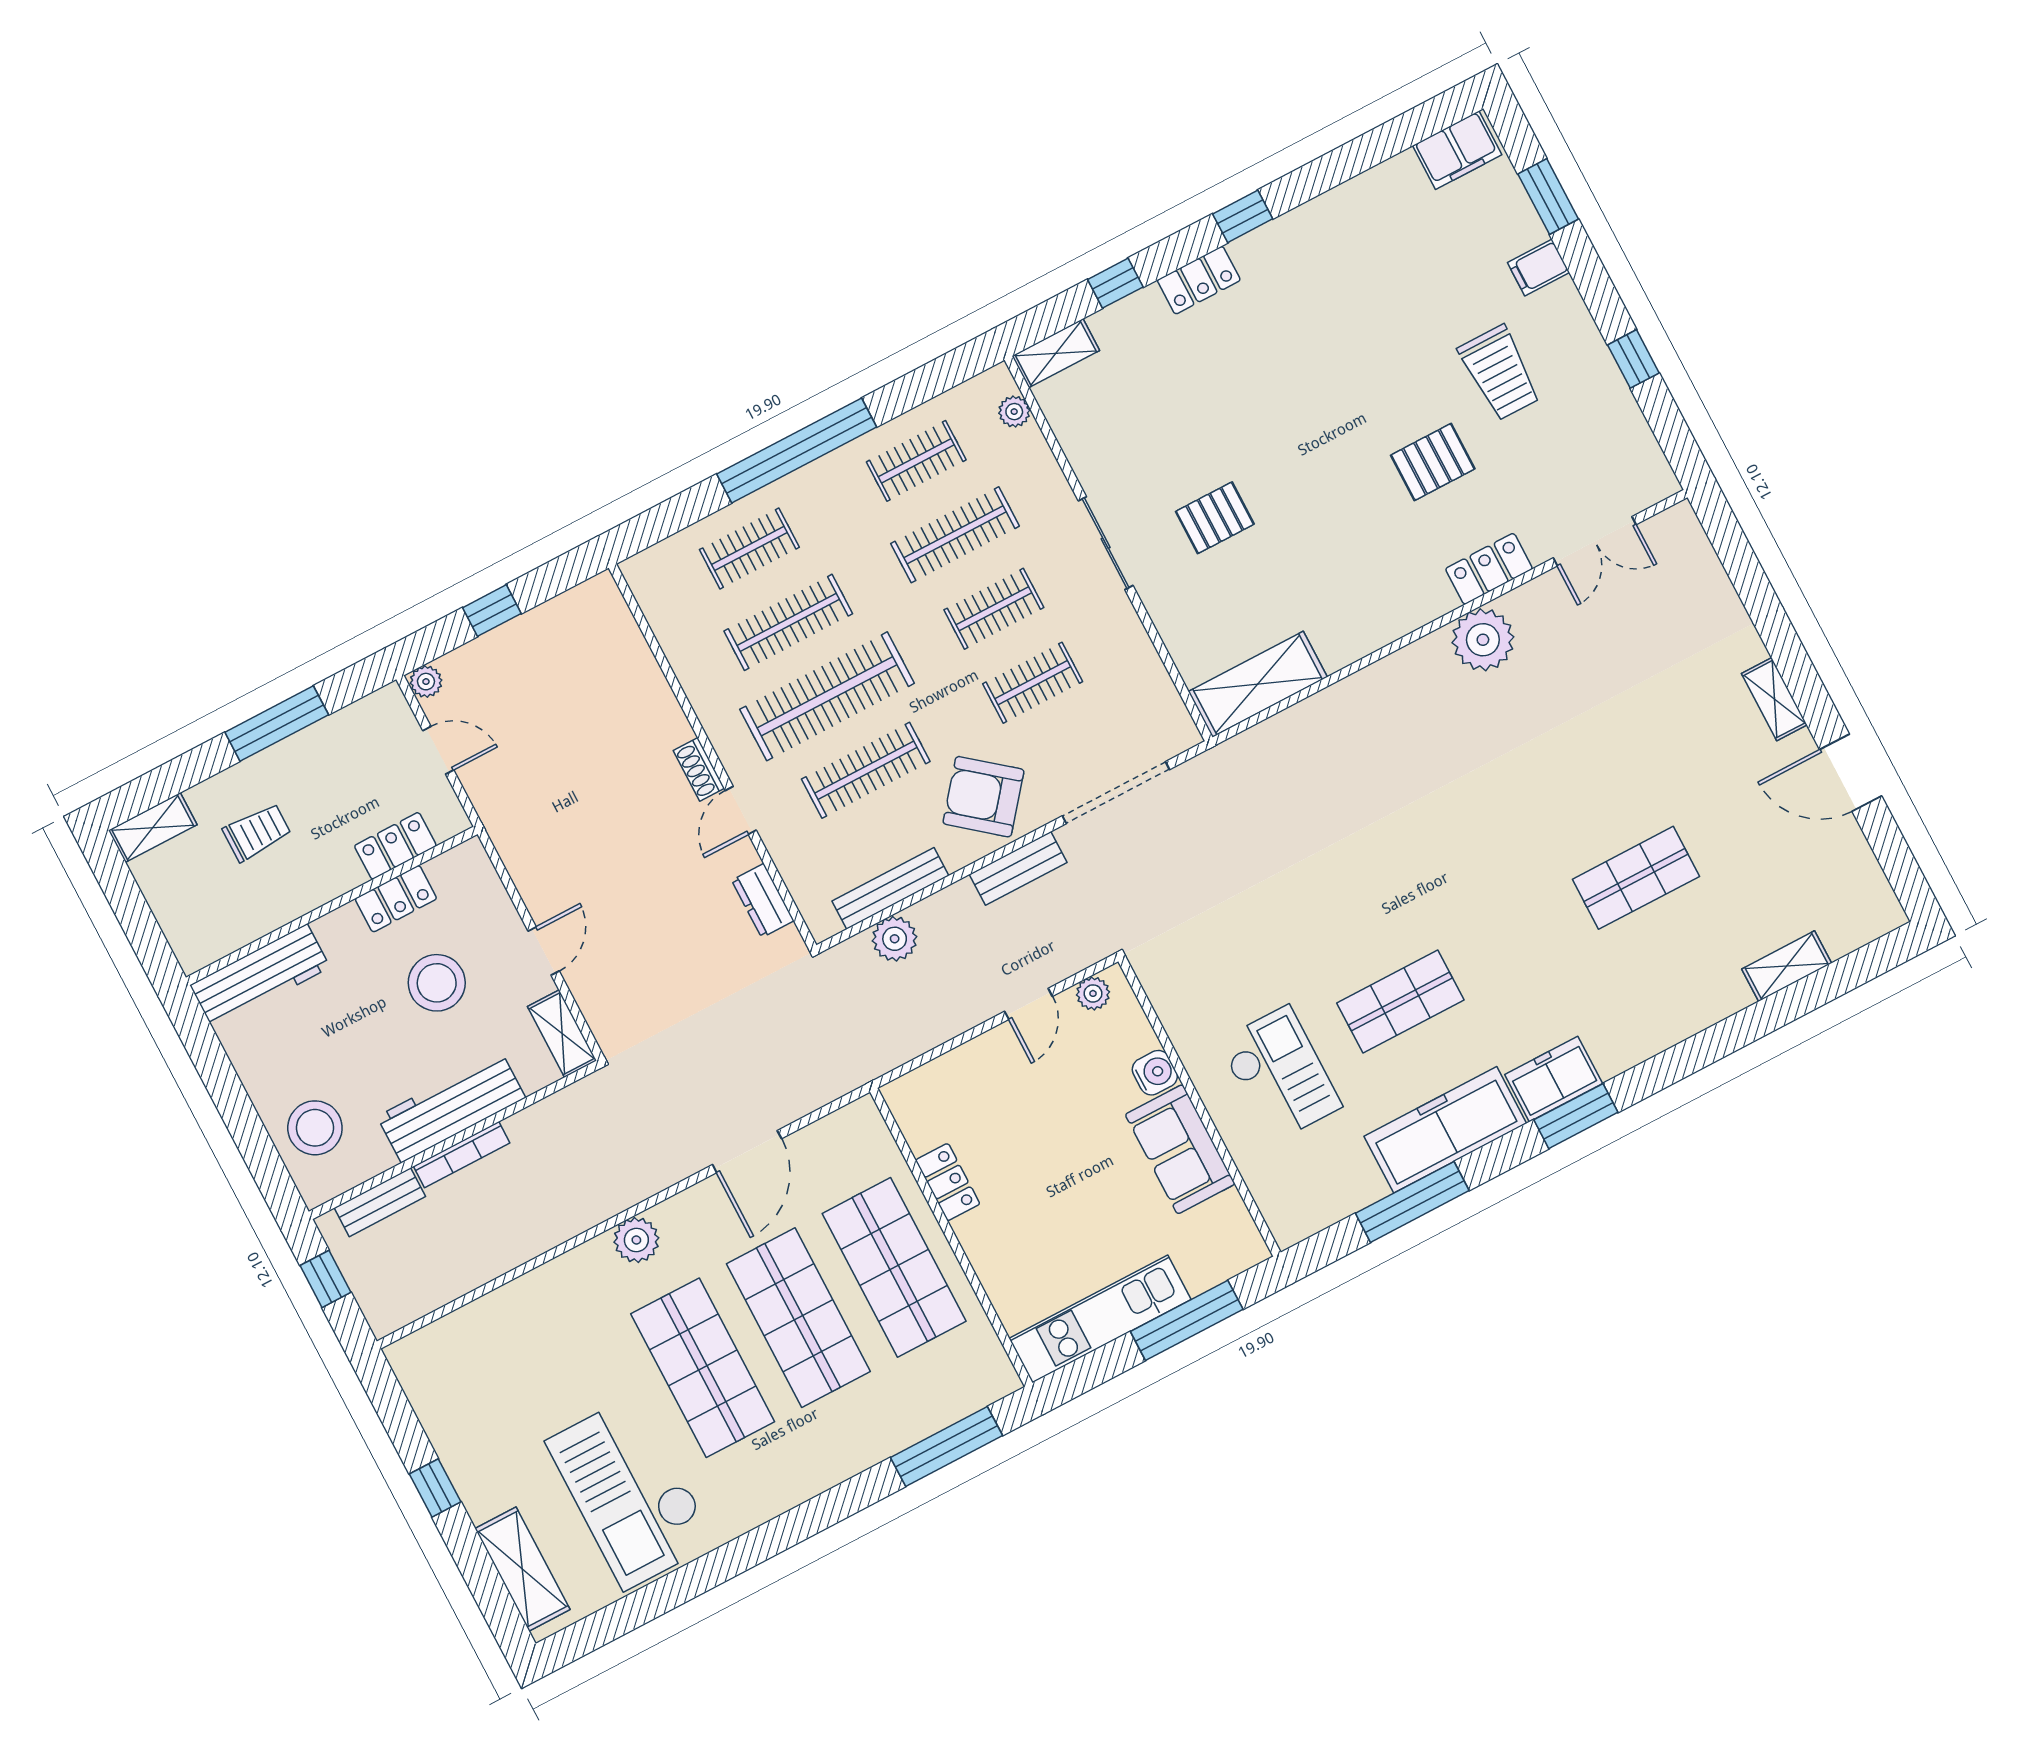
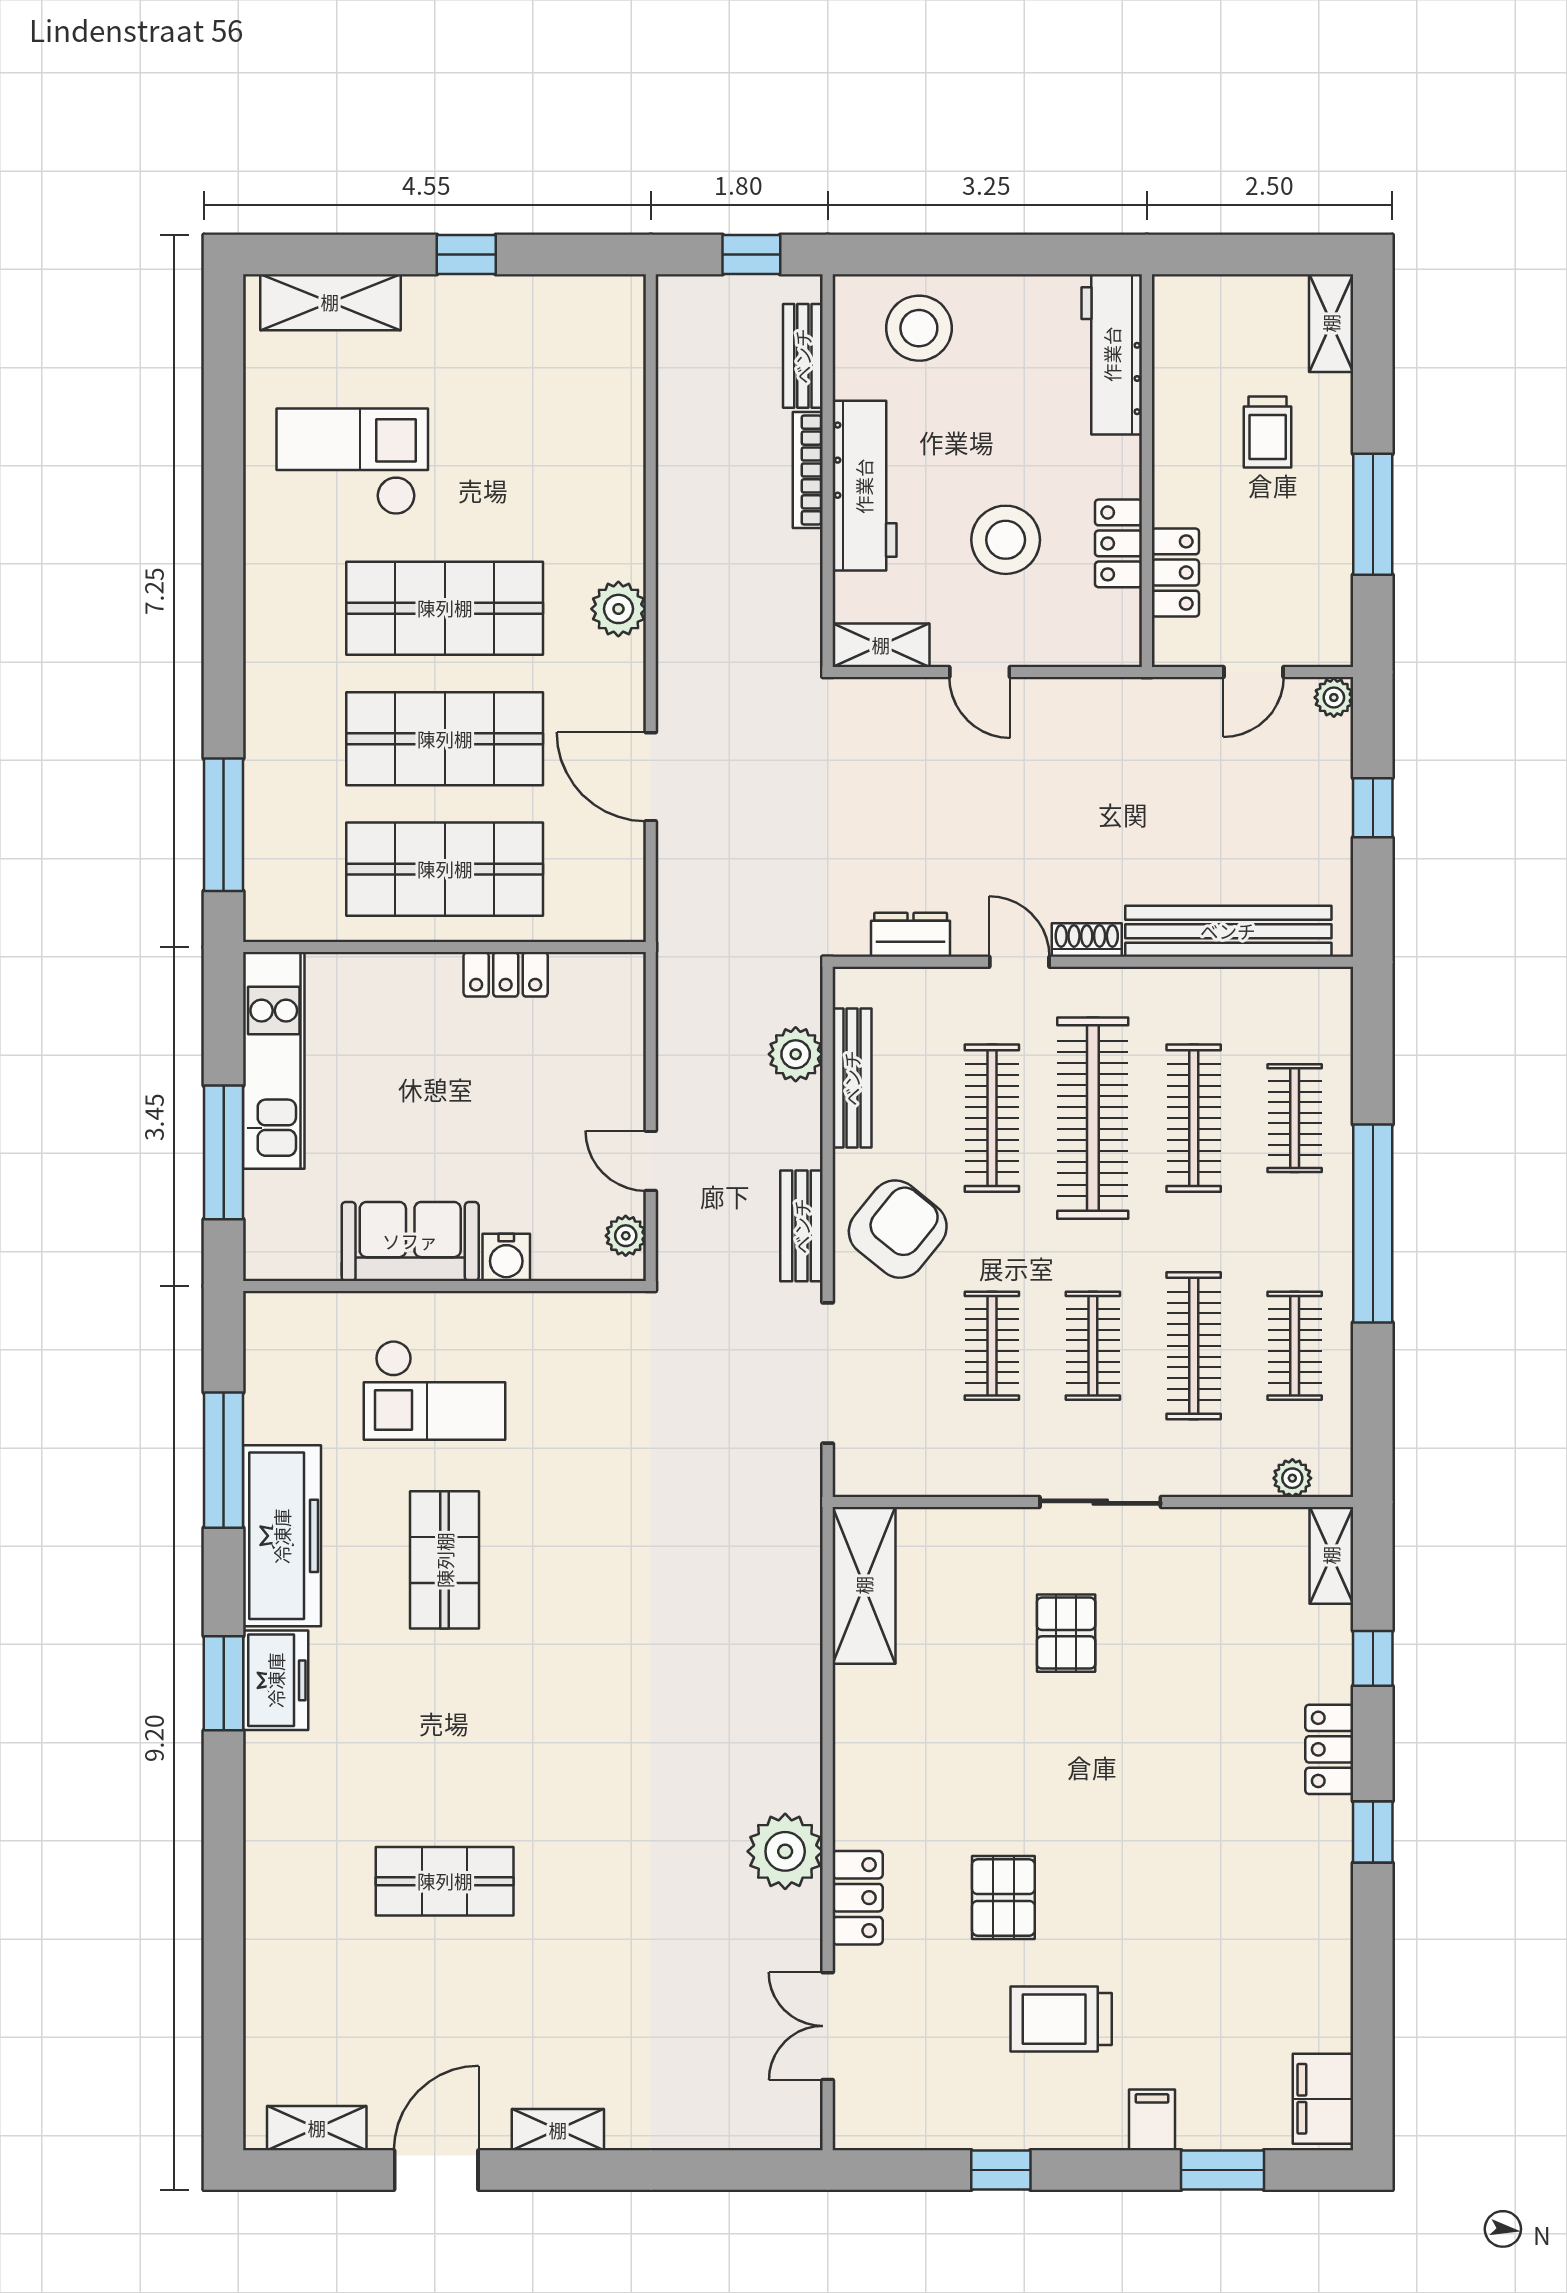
bench: (638, 669) -> (1228, 931), added
shop shelf: (1636, 878) -> (445, 1881), turned 90
shelving: (1787, 966) -> (317, 2128), moved, turned 90
checkout: (631, 1492) -> (352, 462), width x0.73, depth x0.83

